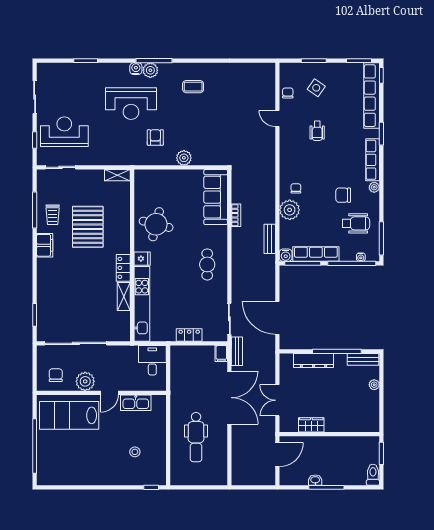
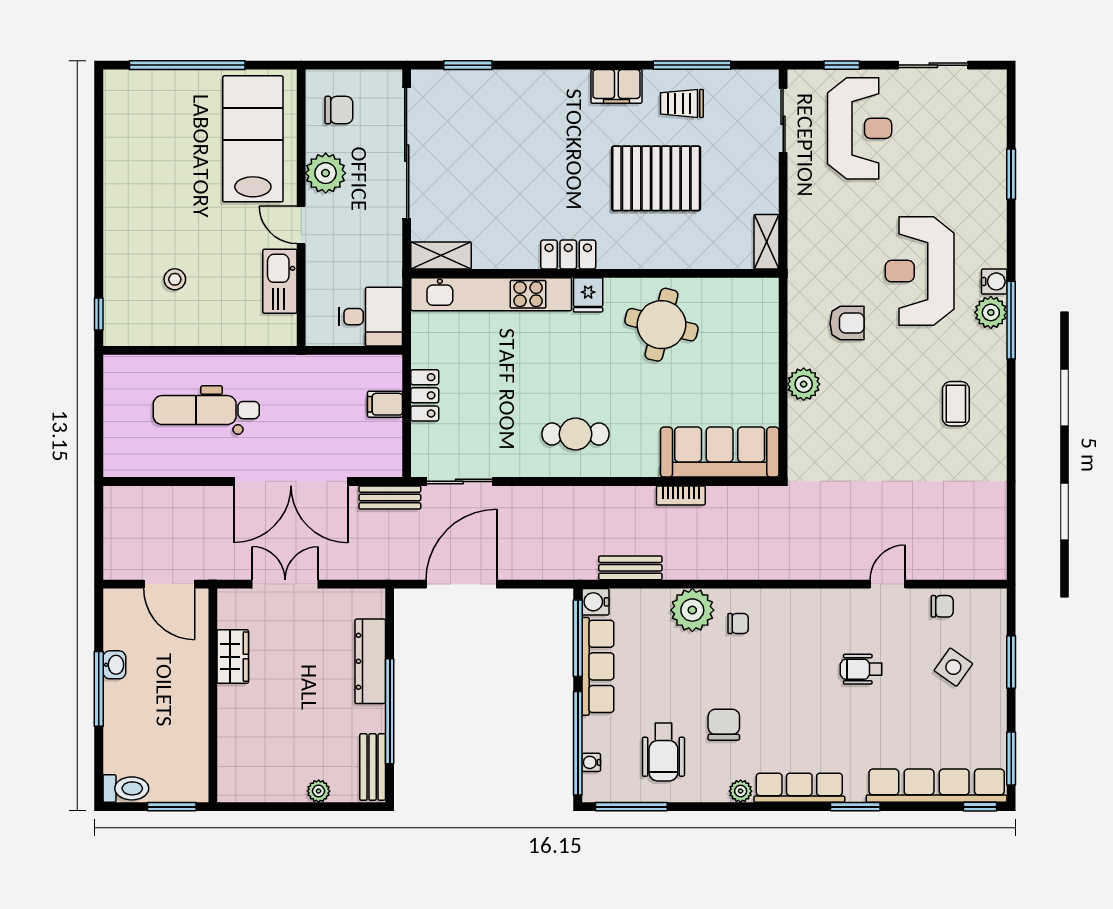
shelving: (124, 296) -> (441, 256), moved
filing cabinet: (221, 354) -> (385, 404), moved

